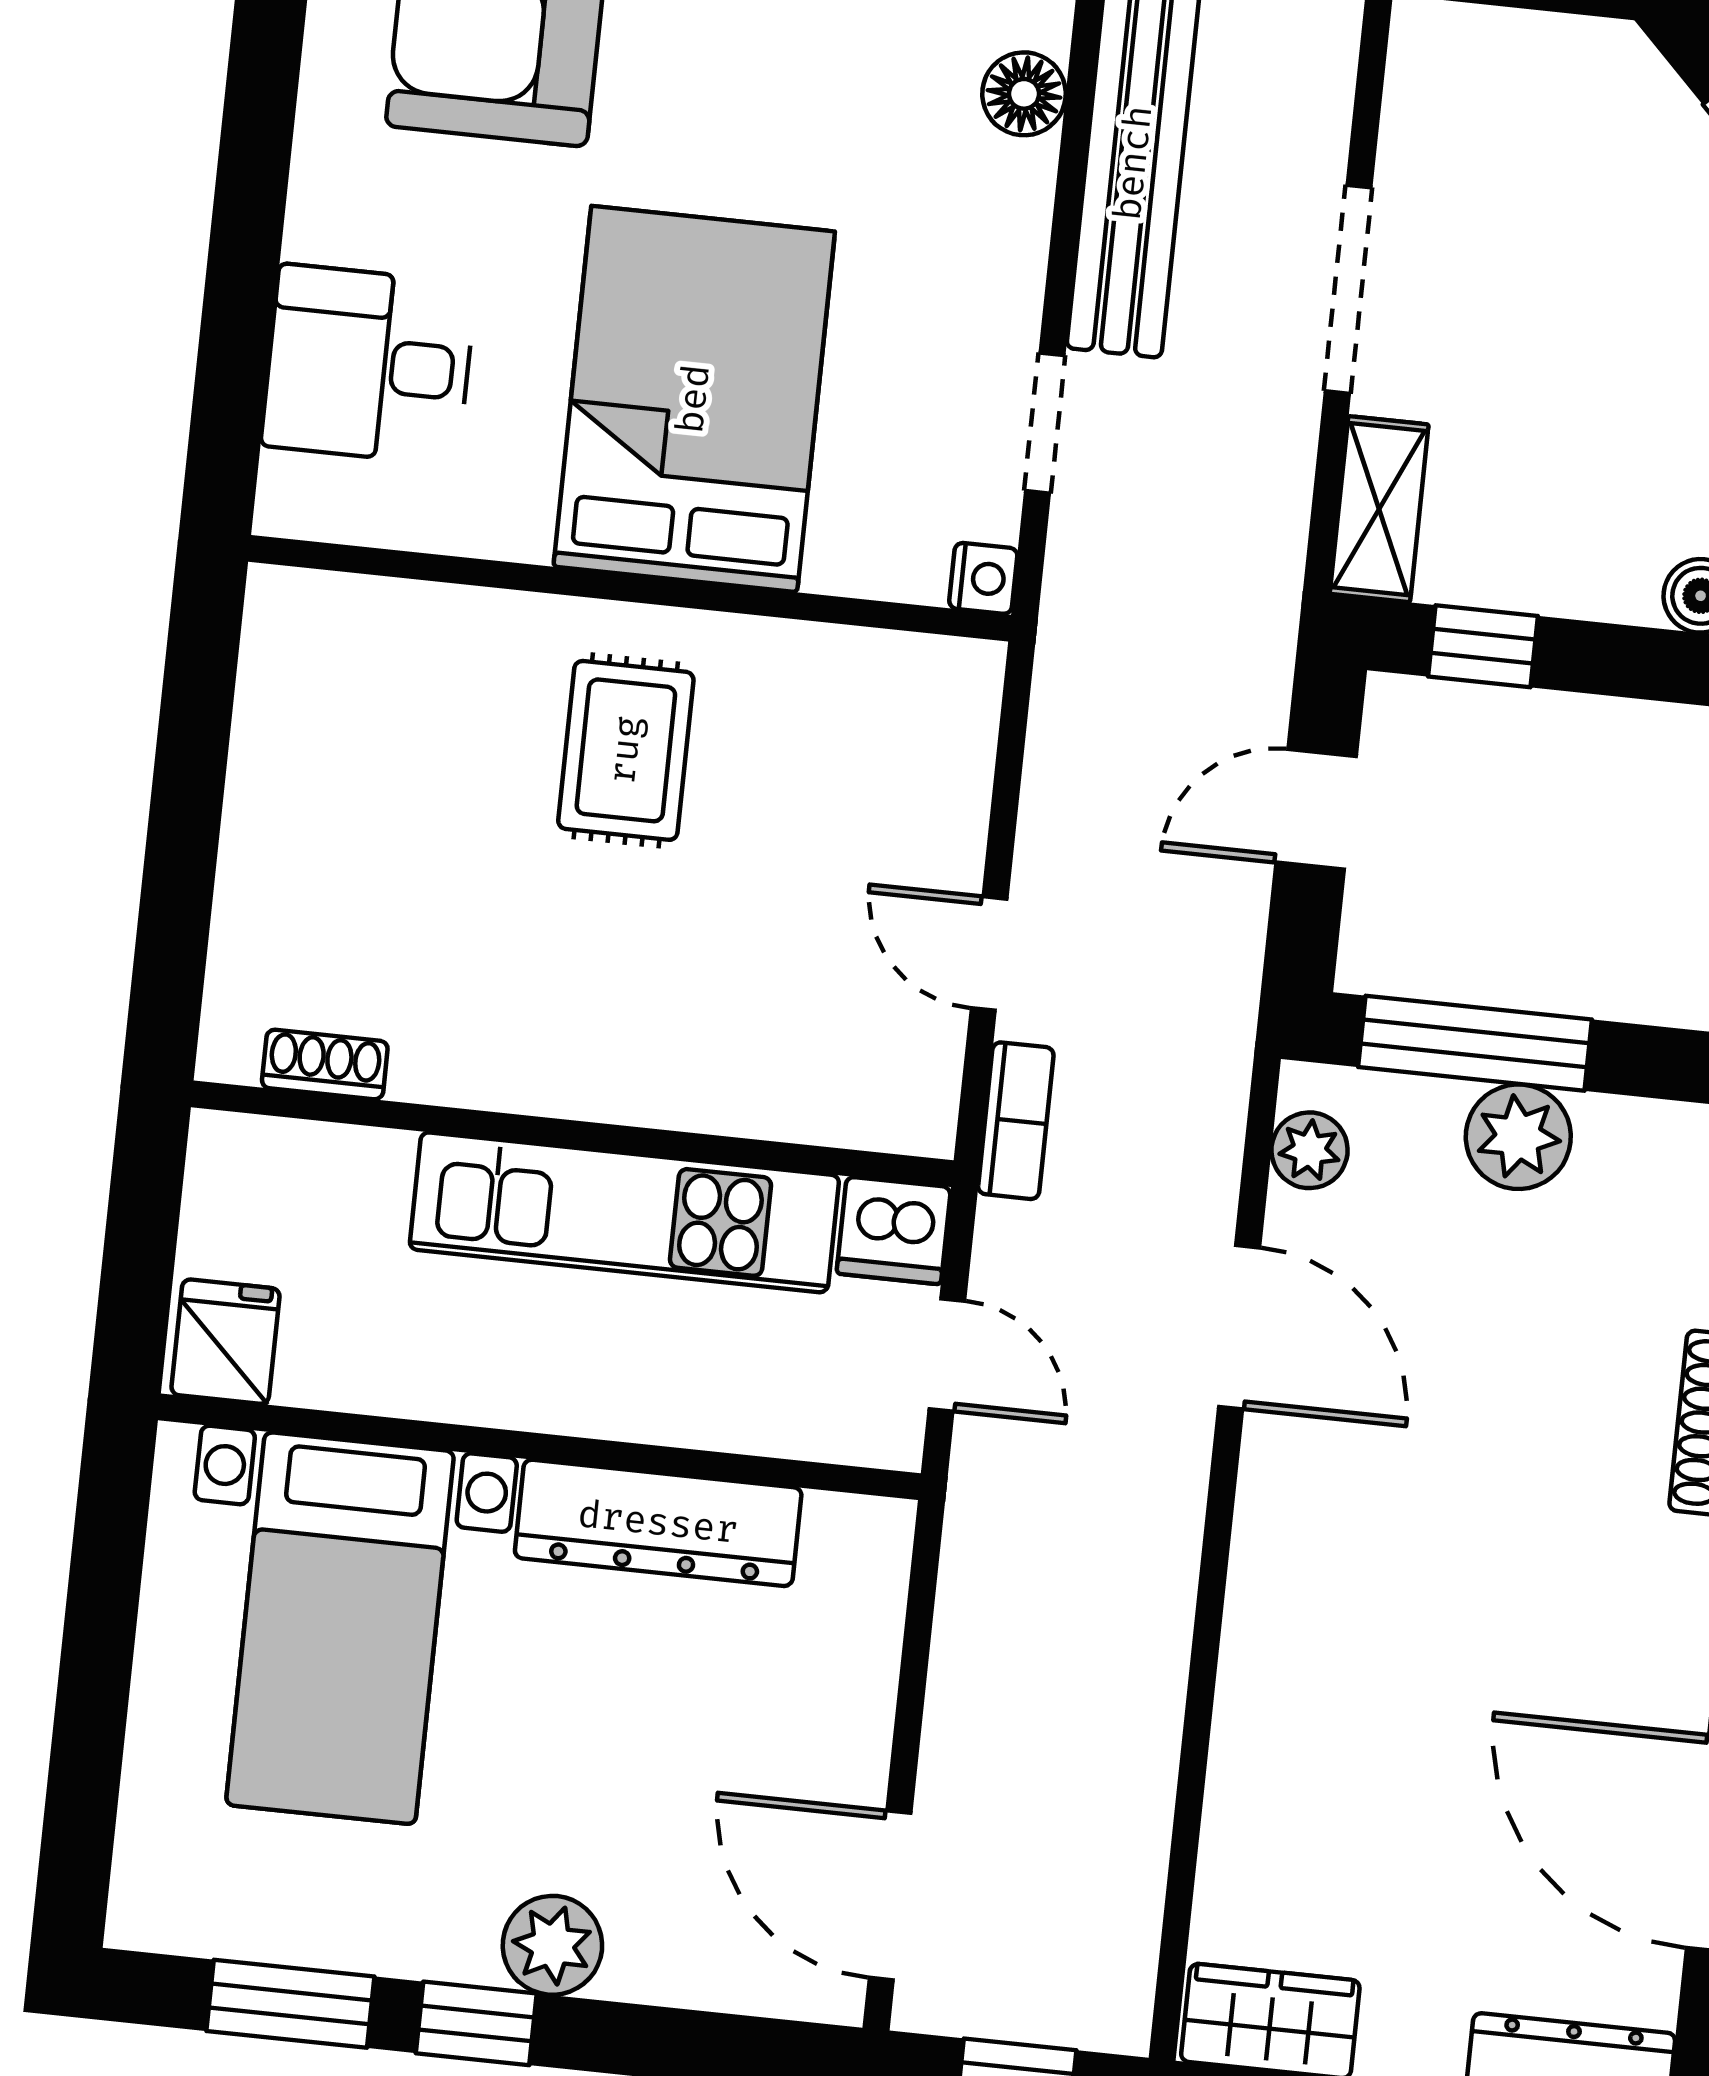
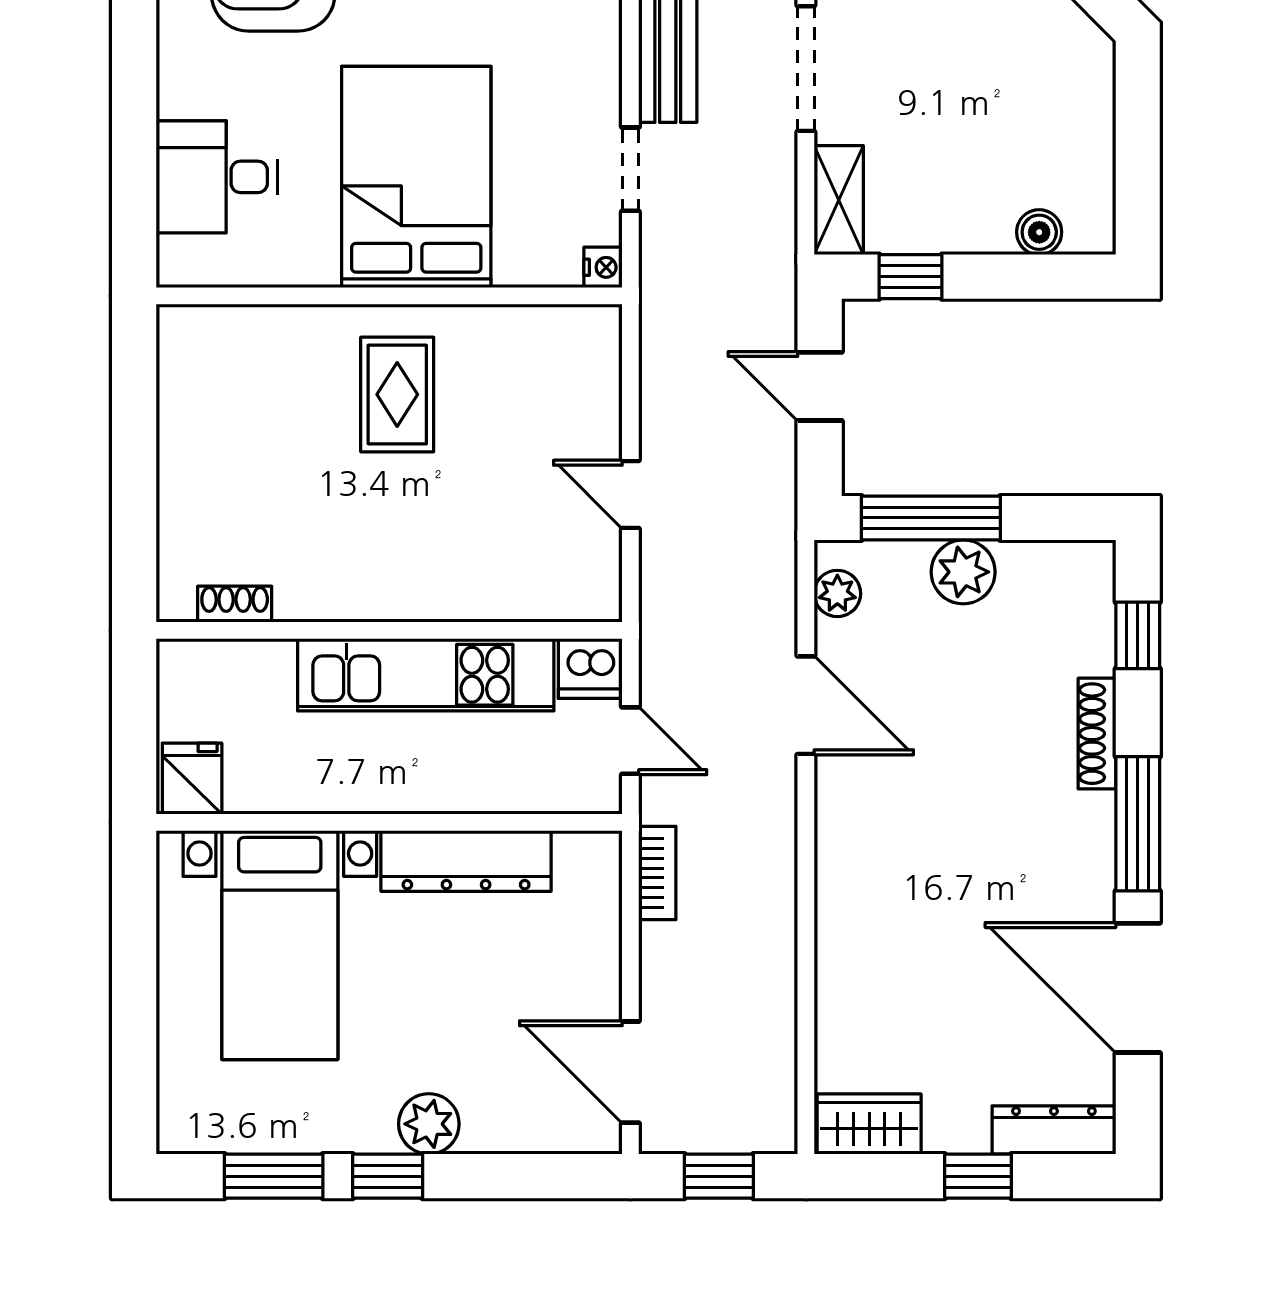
door: (1316, 809) -> (820, 386), hinge flipped
bookcase: (1016, 1121) -> (657, 873), moved

